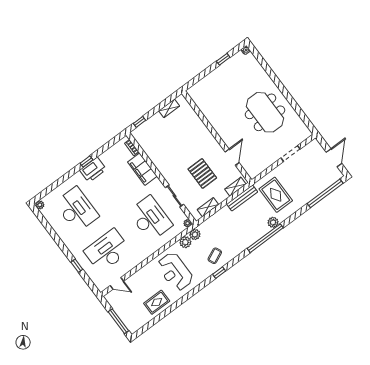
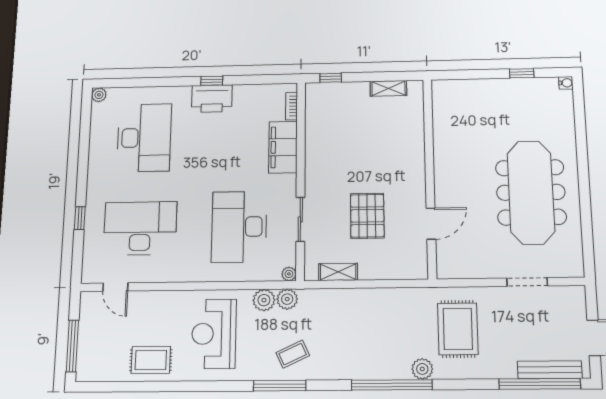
meeting table: (265, 112) -> (531, 192), width x1.36
shelving: (235, 187) -> (403, 271), removed
bench: (242, 198) -> (550, 370), moved
desk: (150, 218) -> (239, 227), turned 180
window: (219, 273) -> (280, 386), width x2.17

